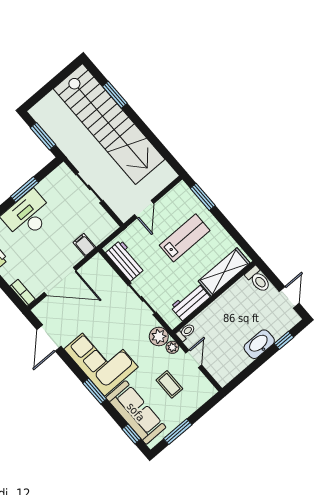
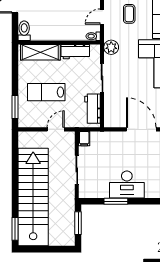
window: (115, 95) -> (15, 229), moved
filing cabinet: (84, 245) -> (84, 139), moved
plant: (172, 347) -> (109, 34), removed

